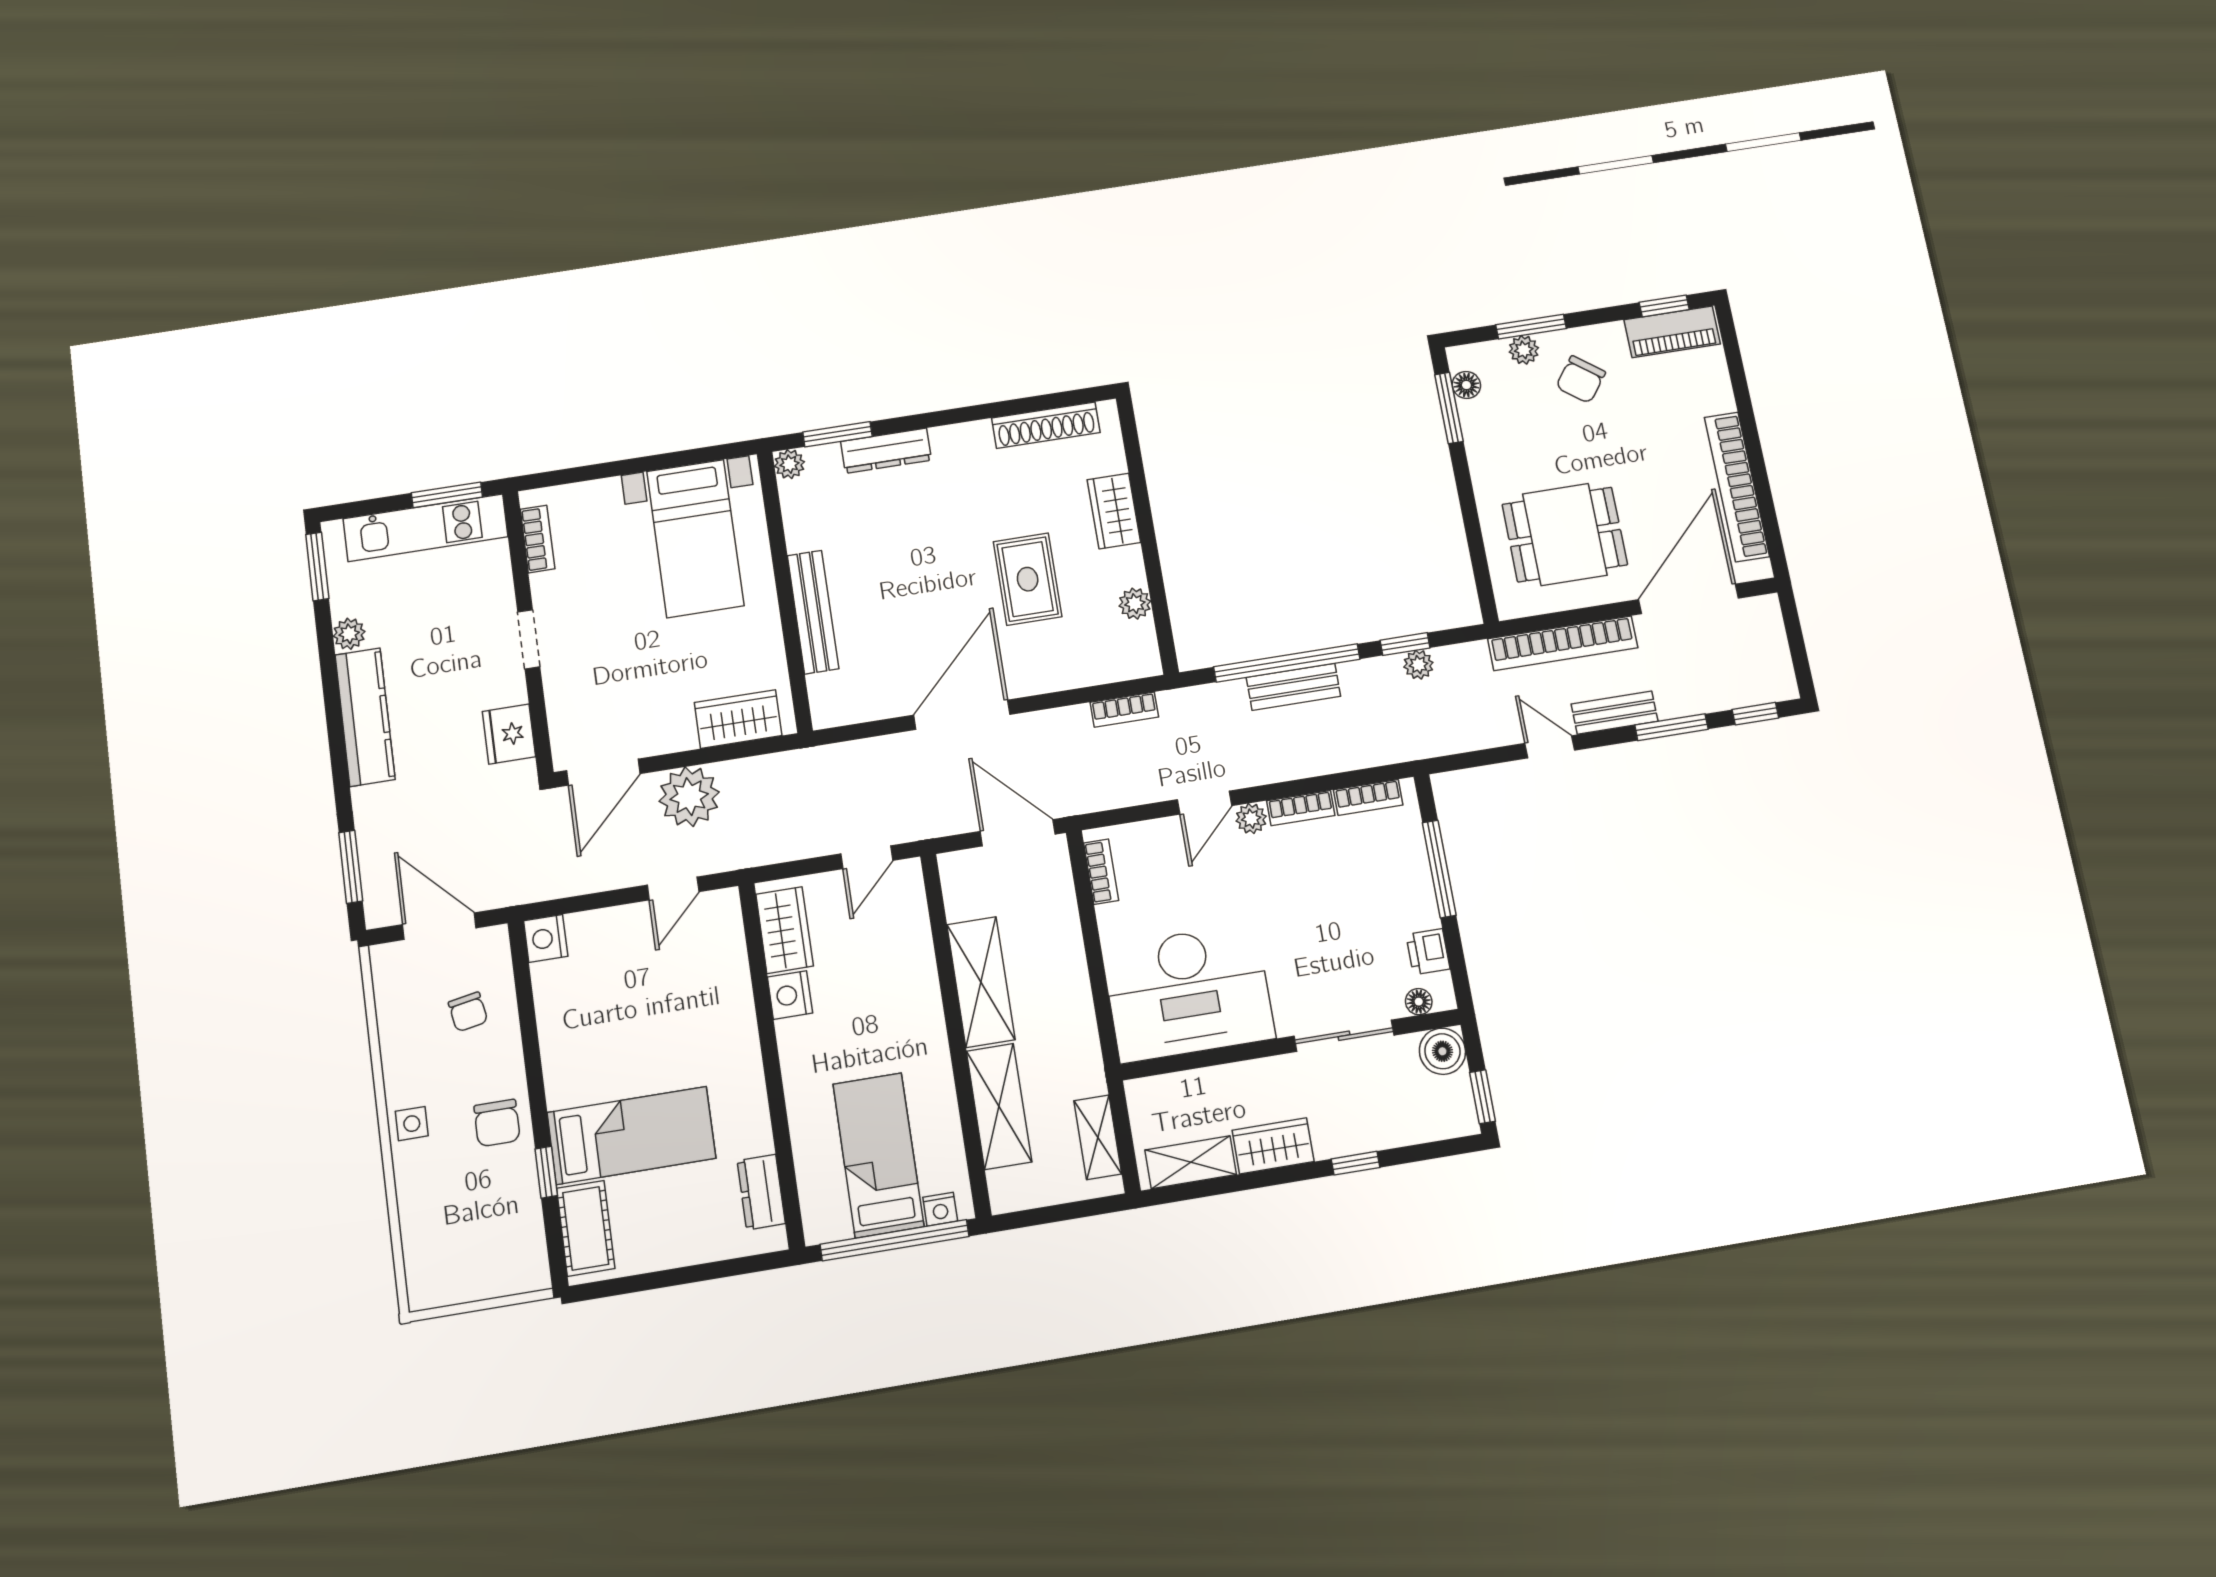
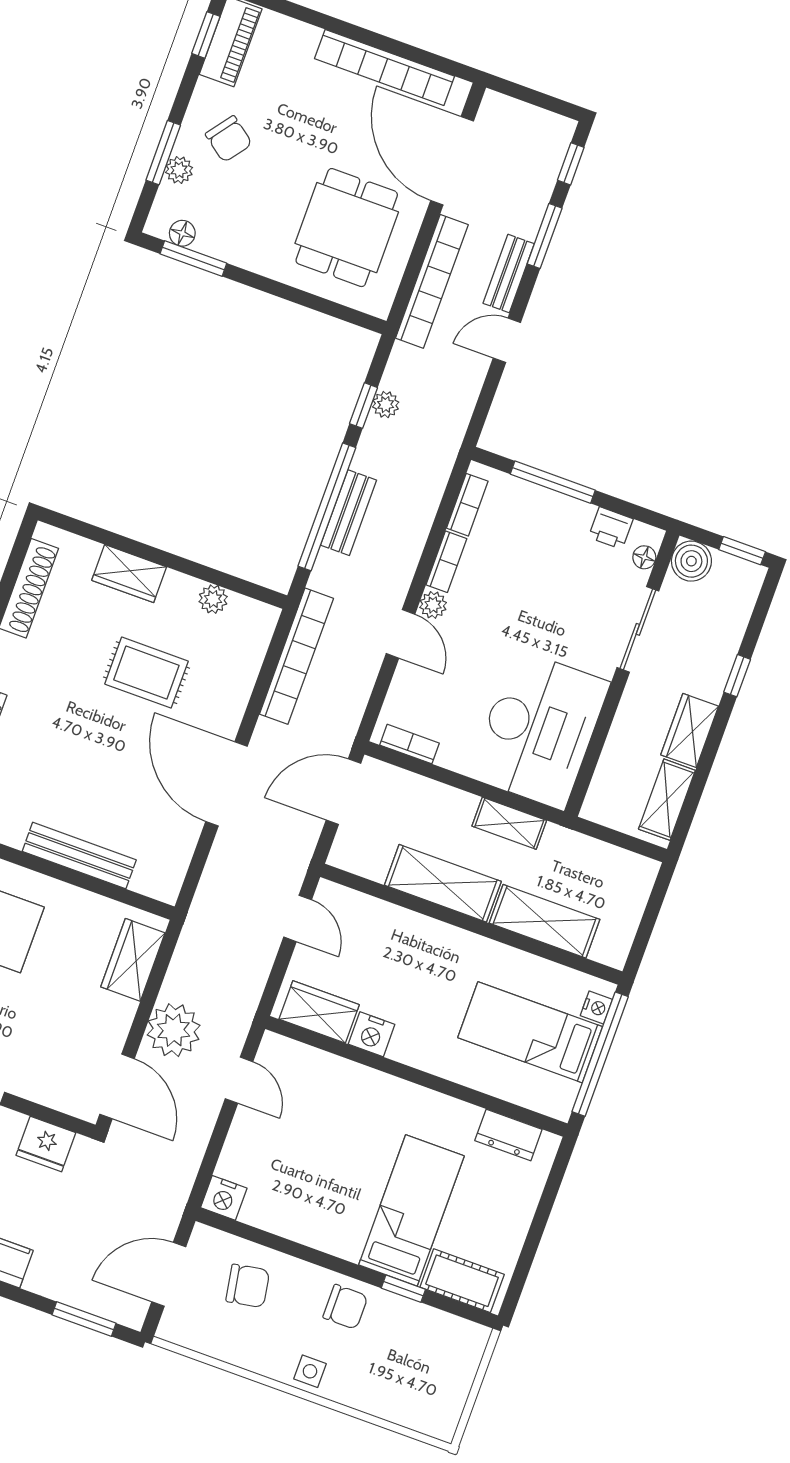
bookcase: (1124, 710) -> (296, 656), width x2.31, depth x1.31
chair: (468, 1012) -> (248, 1286), width x1.37, depth x1.37
shelving: (1098, 1137) -> (509, 823), moved

